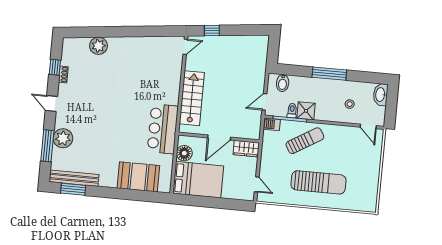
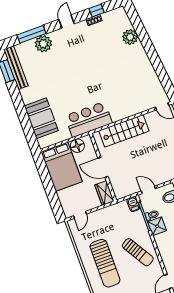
sun lounger: (305, 141) -> (138, 252), moved

